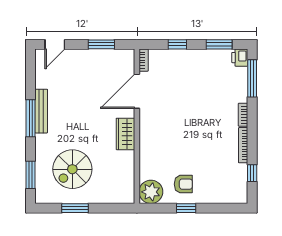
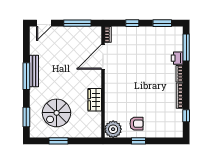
window: (101, 44) -> (77, 23), width x1.44
printer: (240, 58) -> (177, 58), moved
wardrobe: (125, 134) -> (95, 100), moved

